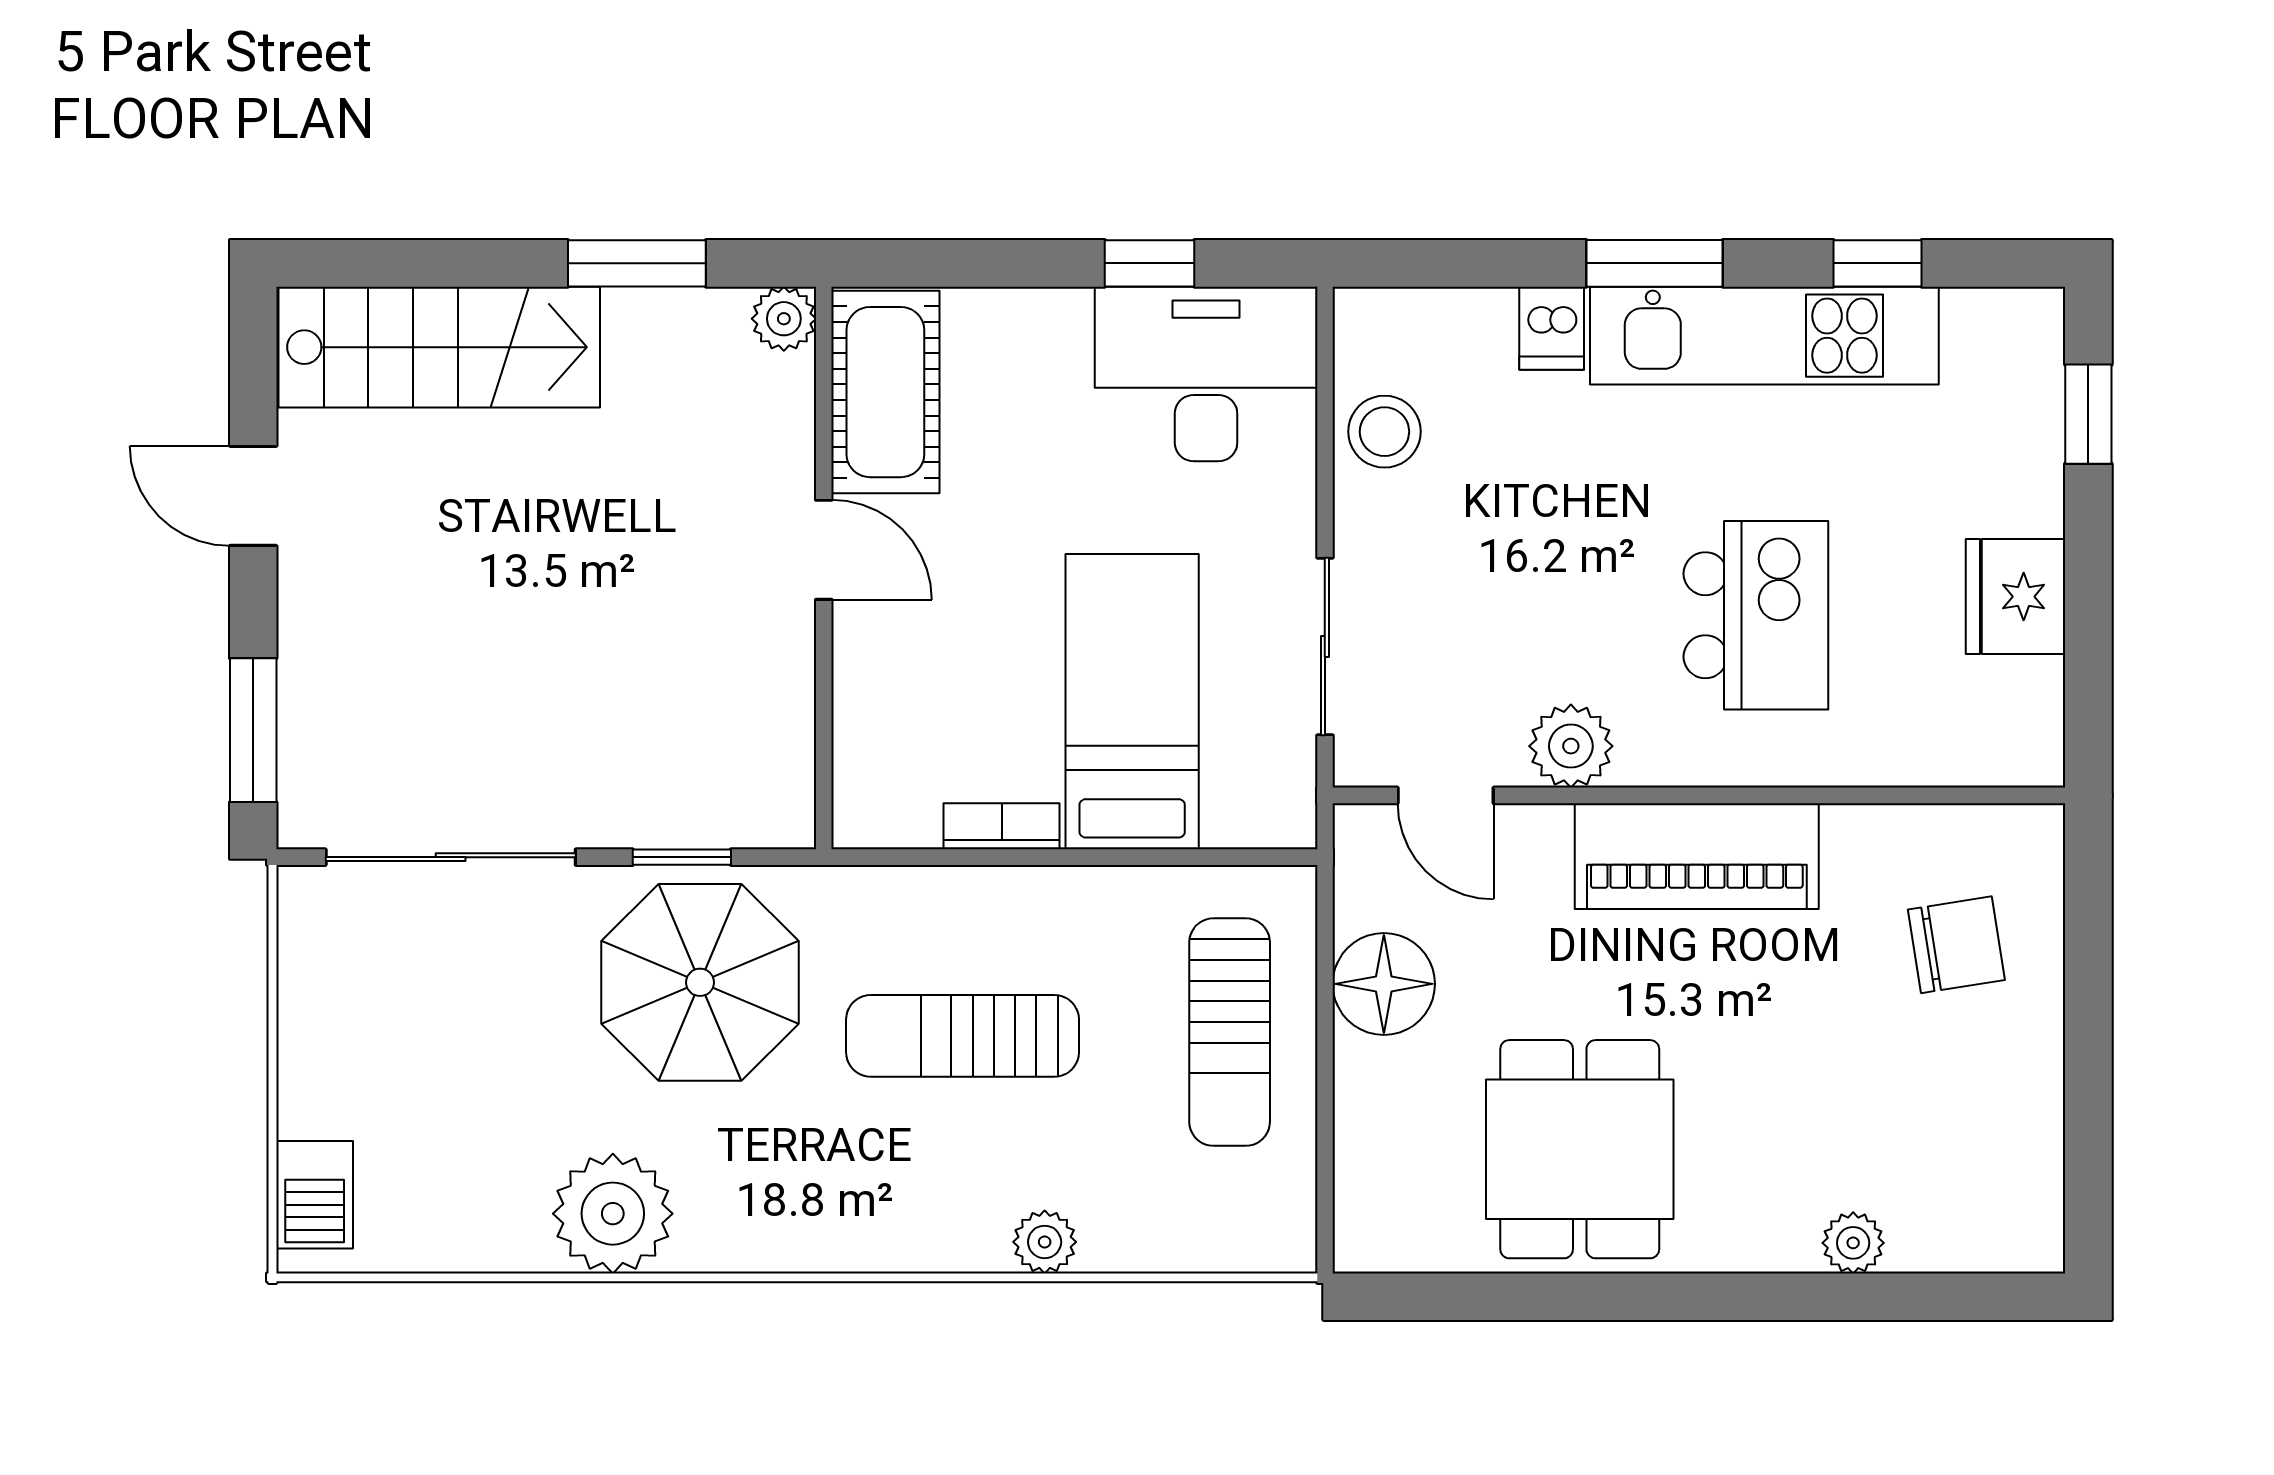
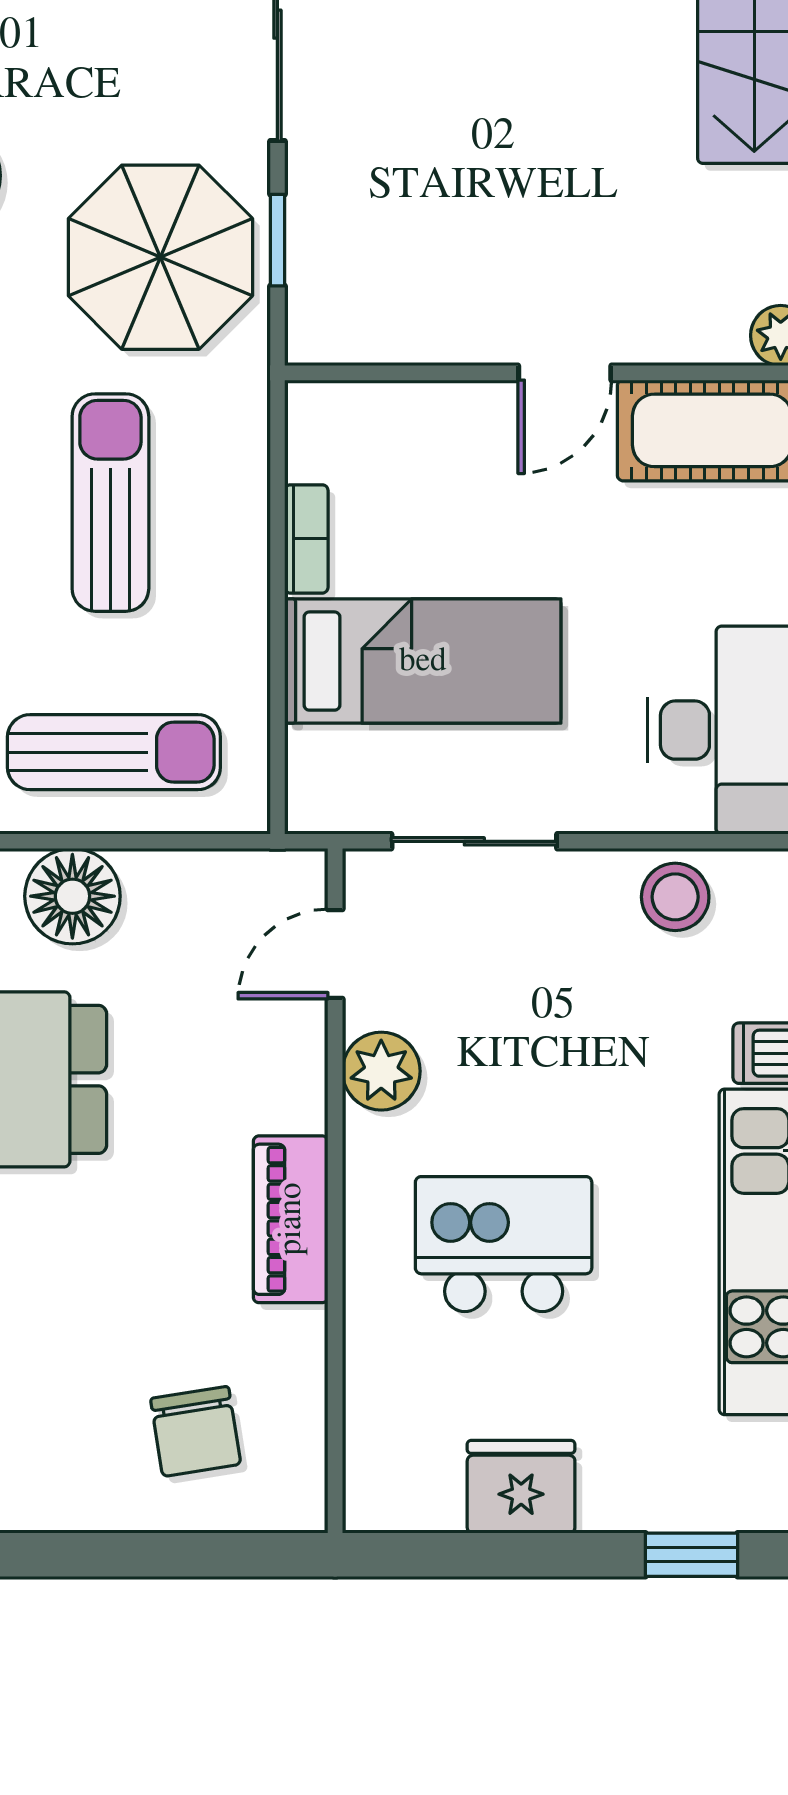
kitchen island: (1756, 615) -> (504, 1244), turned 180
piano: (1697, 856) -> (291, 1219), width x0.73, depth x0.75
floor lamp: (1384, 984) -> (72, 896), moved
sun lounger: (1230, 1032) -> (114, 752), turned 180

